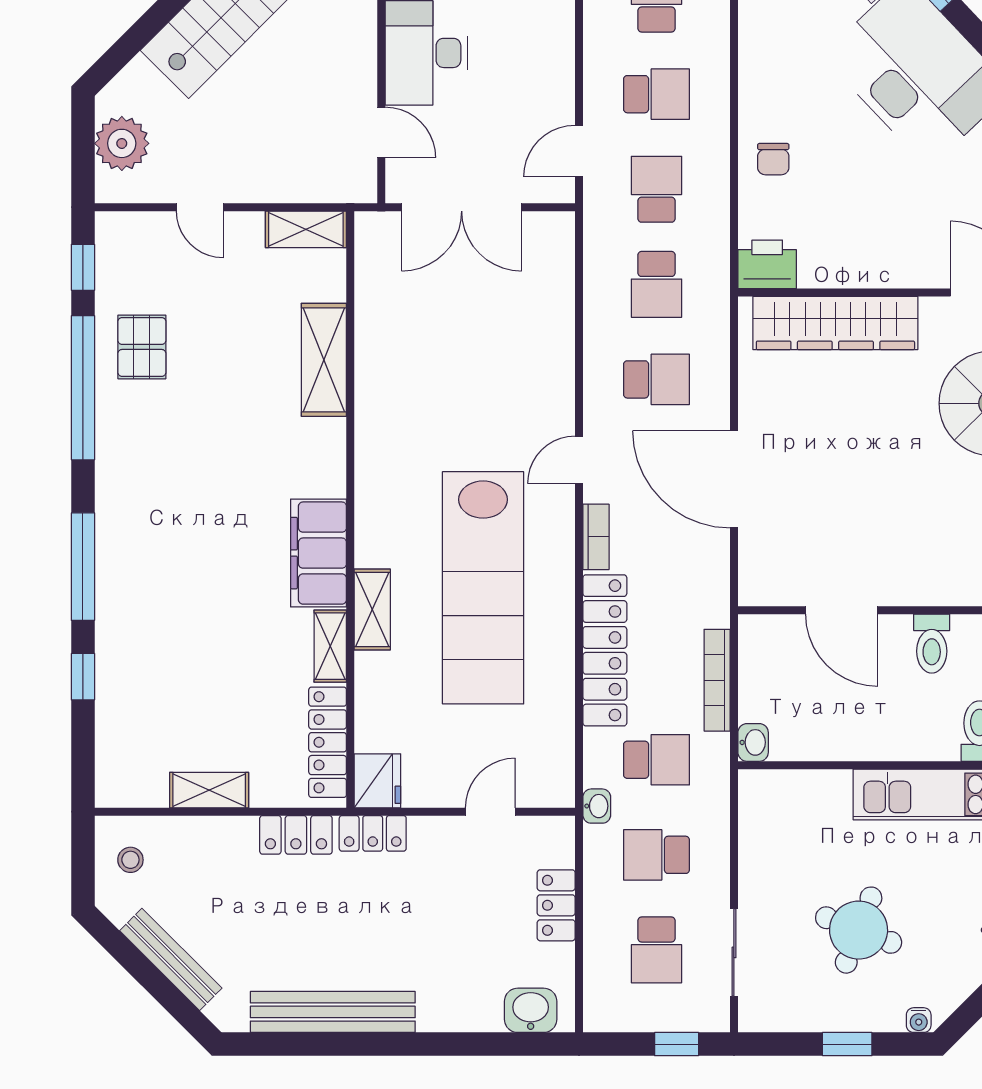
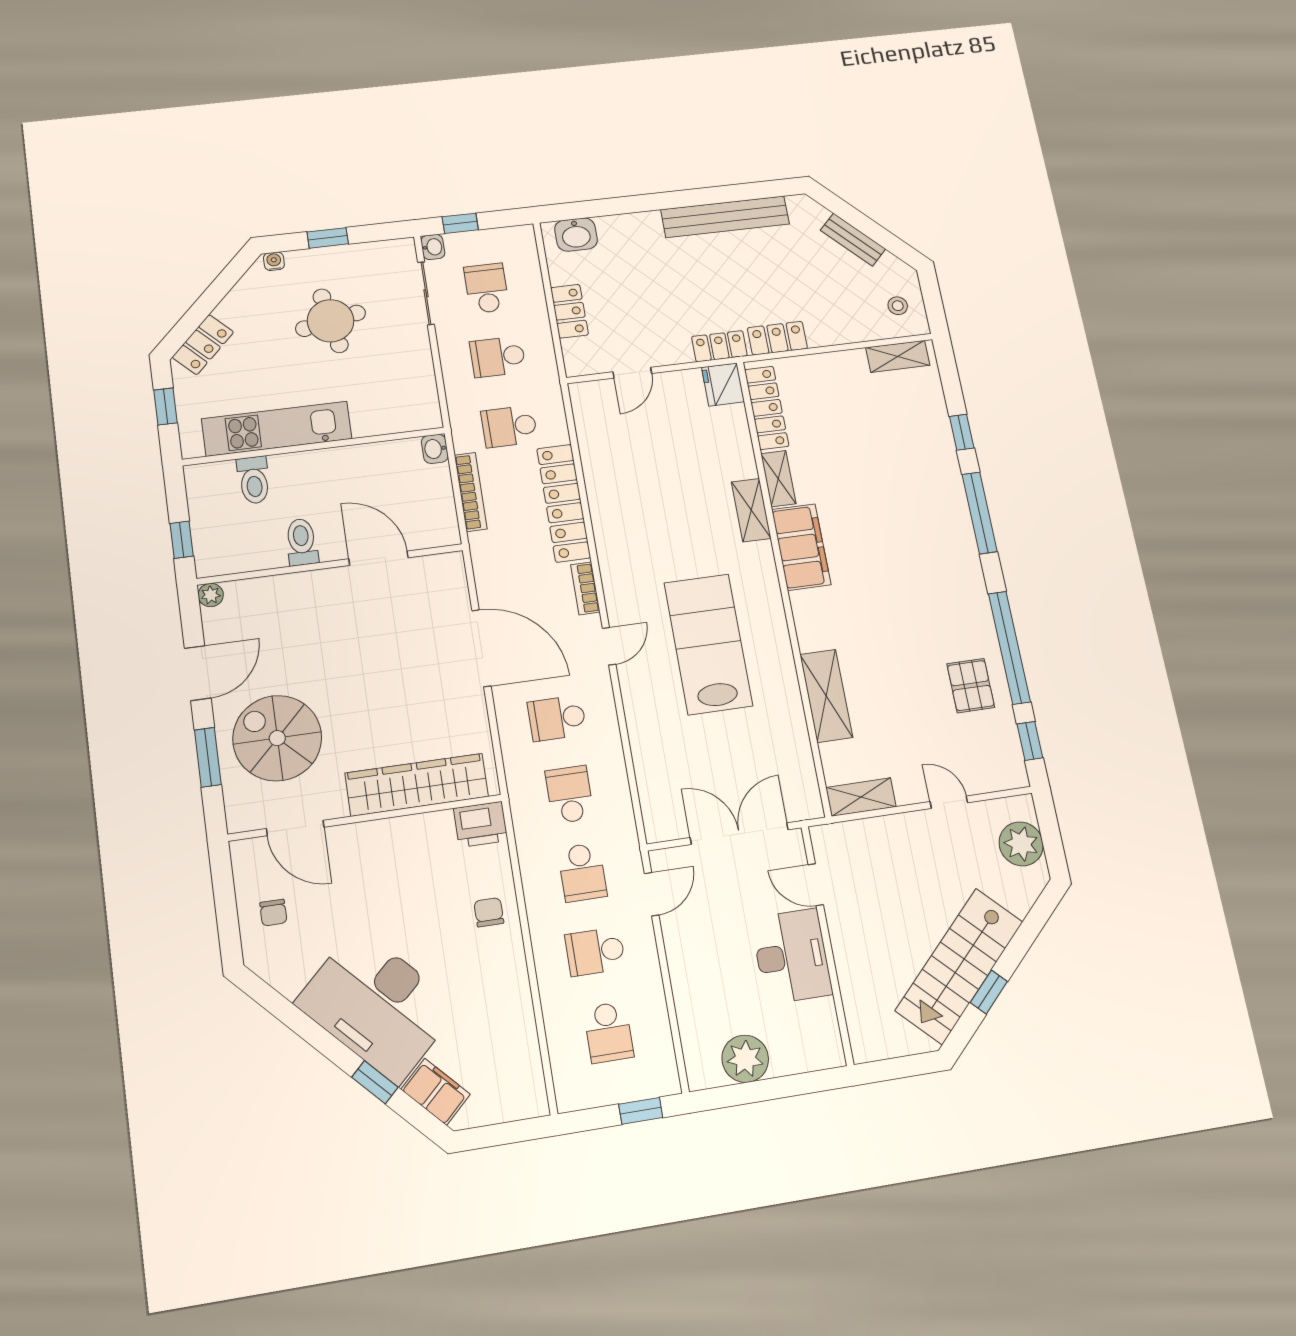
lab bench: (483, 588) -> (708, 644), moved, width x0.73
shelving: (209, 790) -> (898, 356), moved
washbasin: (597, 806) -> (433, 247), moved, turned 180
school desk: (656, 855) -> (498, 357), turned 180
round table: (859, 930) -> (331, 321), turned -32
bench: (171, 959) -> (853, 240), width x0.73

